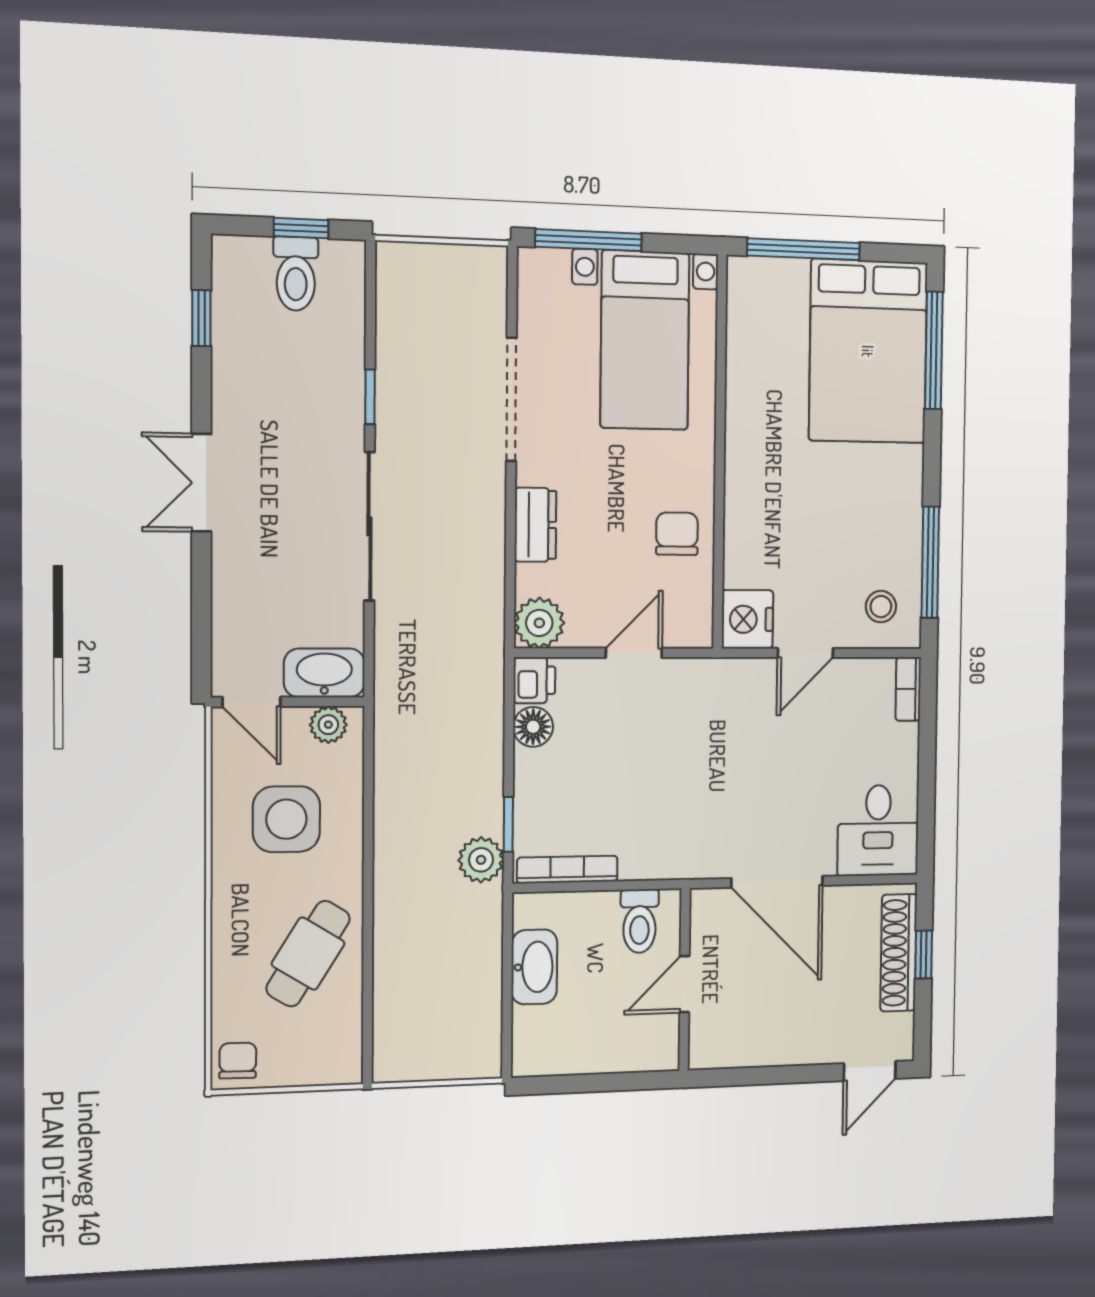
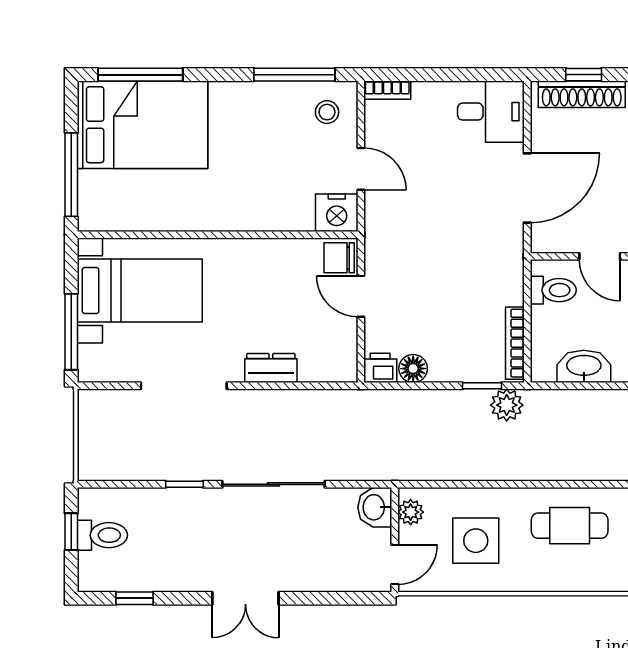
chair: (677, 534) -> (339, 258), moved
plant: (539, 623) -> (340, 365), removed
washbasin: (324, 673) -> (375, 507), width x0.72
cafe table: (308, 954) -> (570, 526), turned -32

